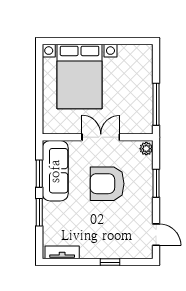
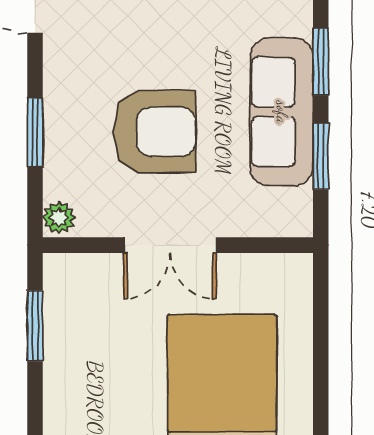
window: (156, 104) -> (35, 326), width x0.69
sofa: (55, 171) -> (282, 112), moved

